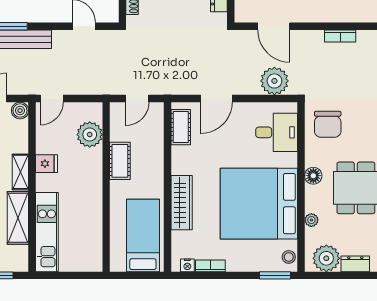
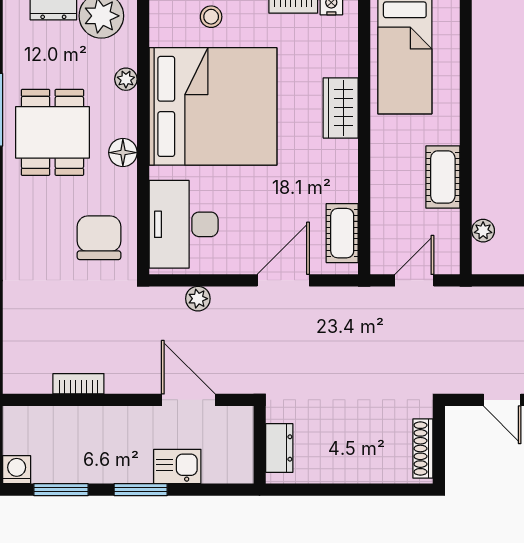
plant: (274, 81) -> (198, 299), width x0.53, depth x0.53
desk: (277, 132) -> (184, 224), width x1.37
plant: (90, 135) -> (483, 231), width x0.53, depth x0.53
wardrobe: (182, 203) -> (341, 108), width x0.67
stool: (289, 257) -> (211, 17), moved

